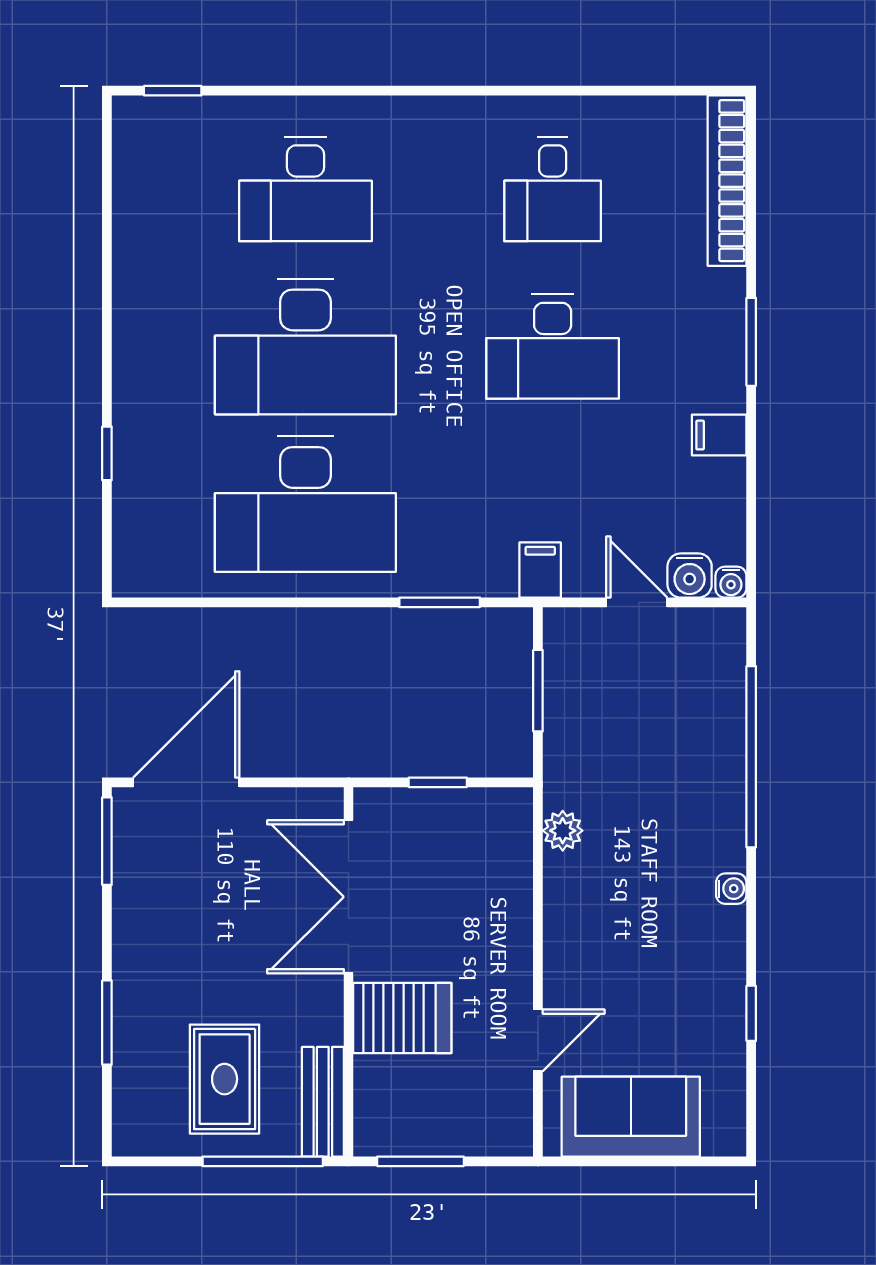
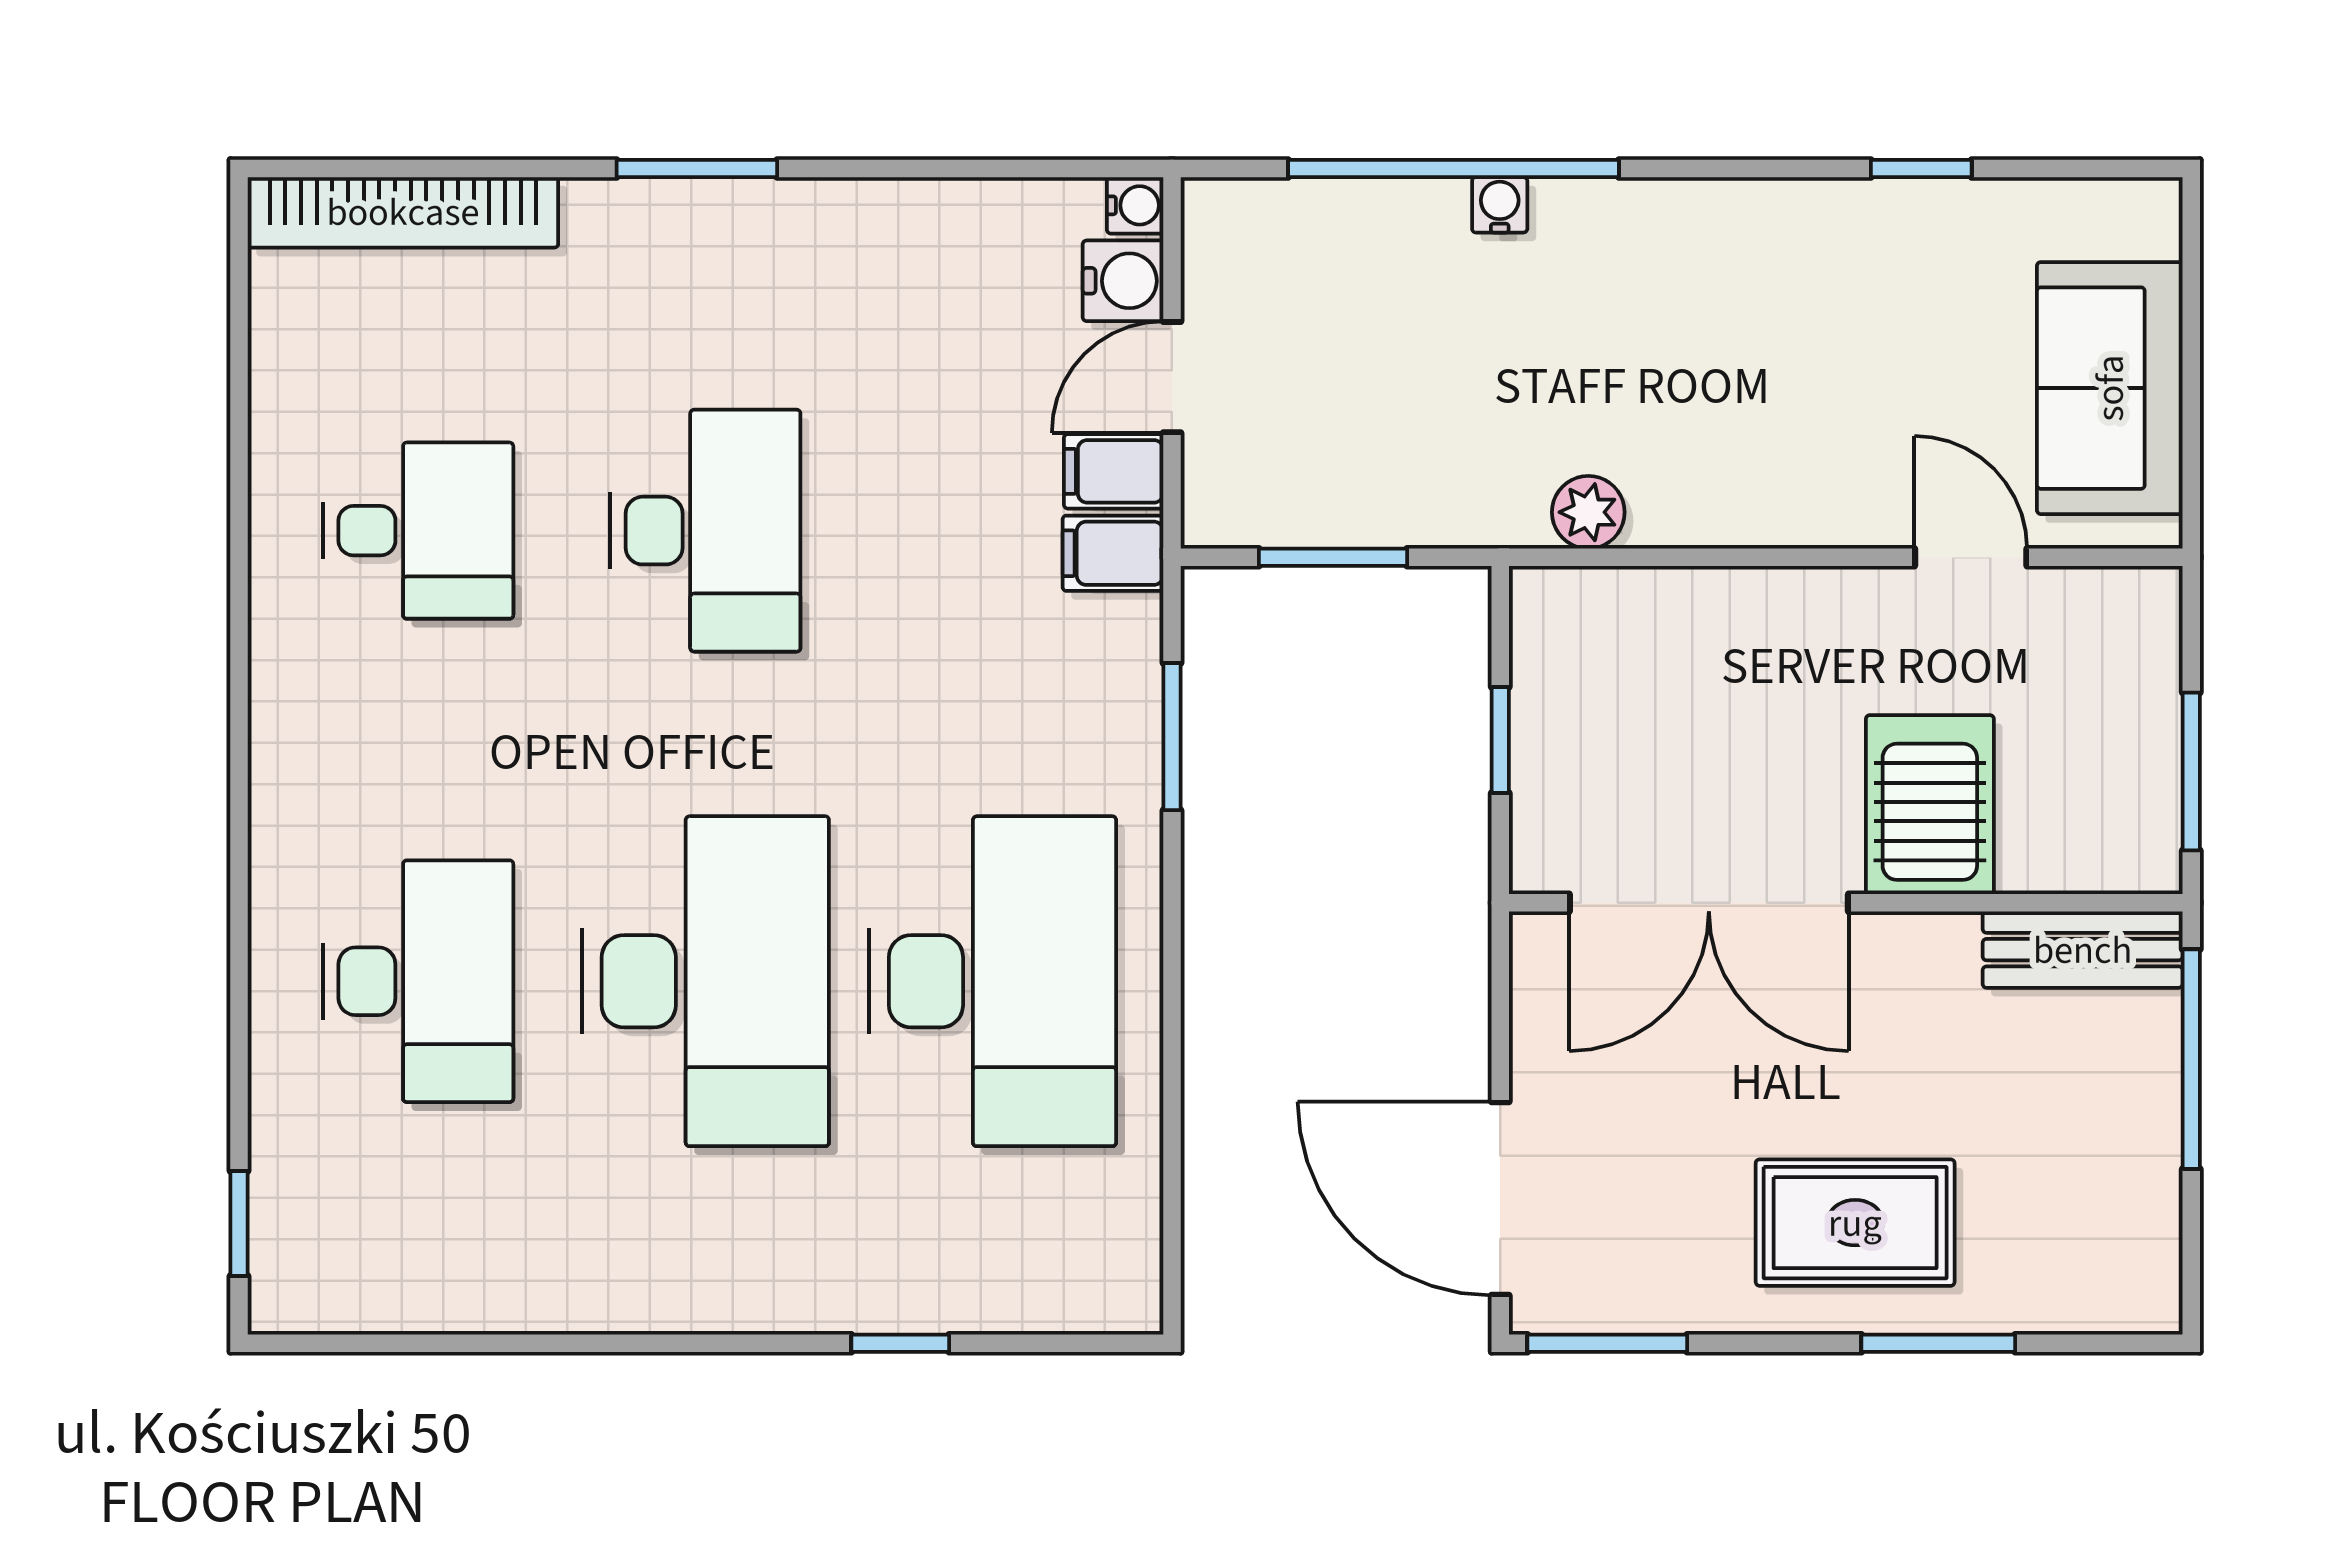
filing cabinet: (719, 435) -> (1114, 471), moved, turned 90
water cooler: (731, 889) -> (1500, 205), moved
rug: (225, 1079) -> (1855, 1223), moved

